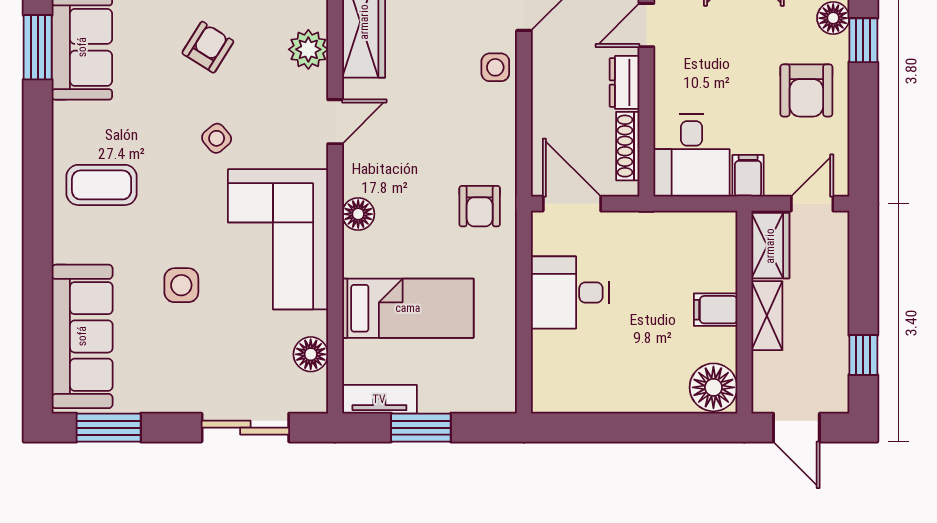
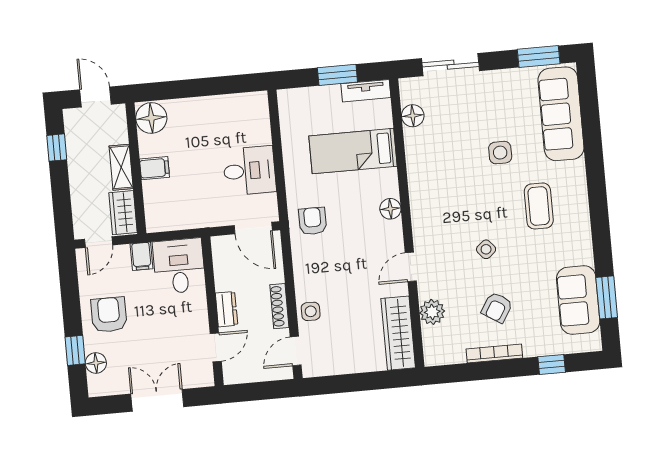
shoe rack: (628, 146) -> (279, 306), moved, turned 180
coffee table: (102, 185) -> (539, 206), moved, turned 90
corner sofa: (278, 239) -> (441, 188), removed

